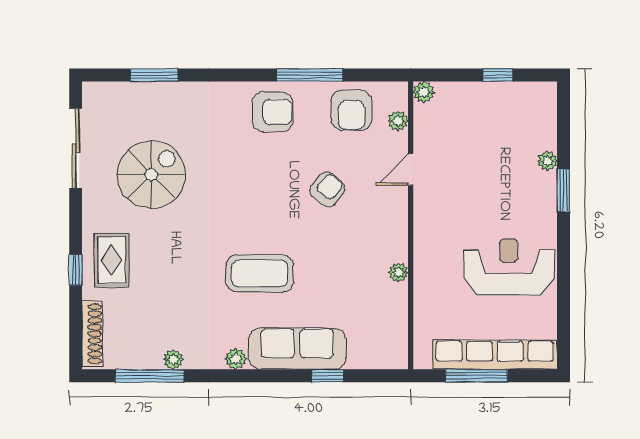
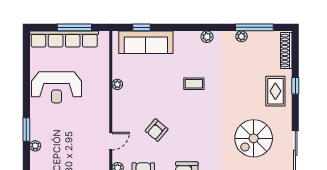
coffee table: (260, 273) -> (194, 84), width x0.54, depth x0.58
sofa: (297, 349) -> (146, 42), moved
window: (328, 376) -> (142, 27), moved

